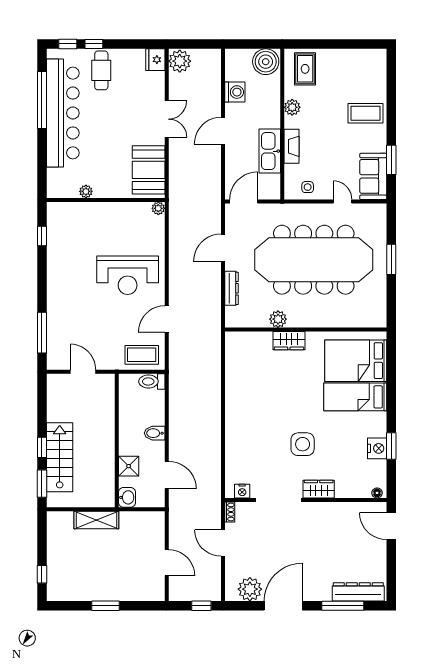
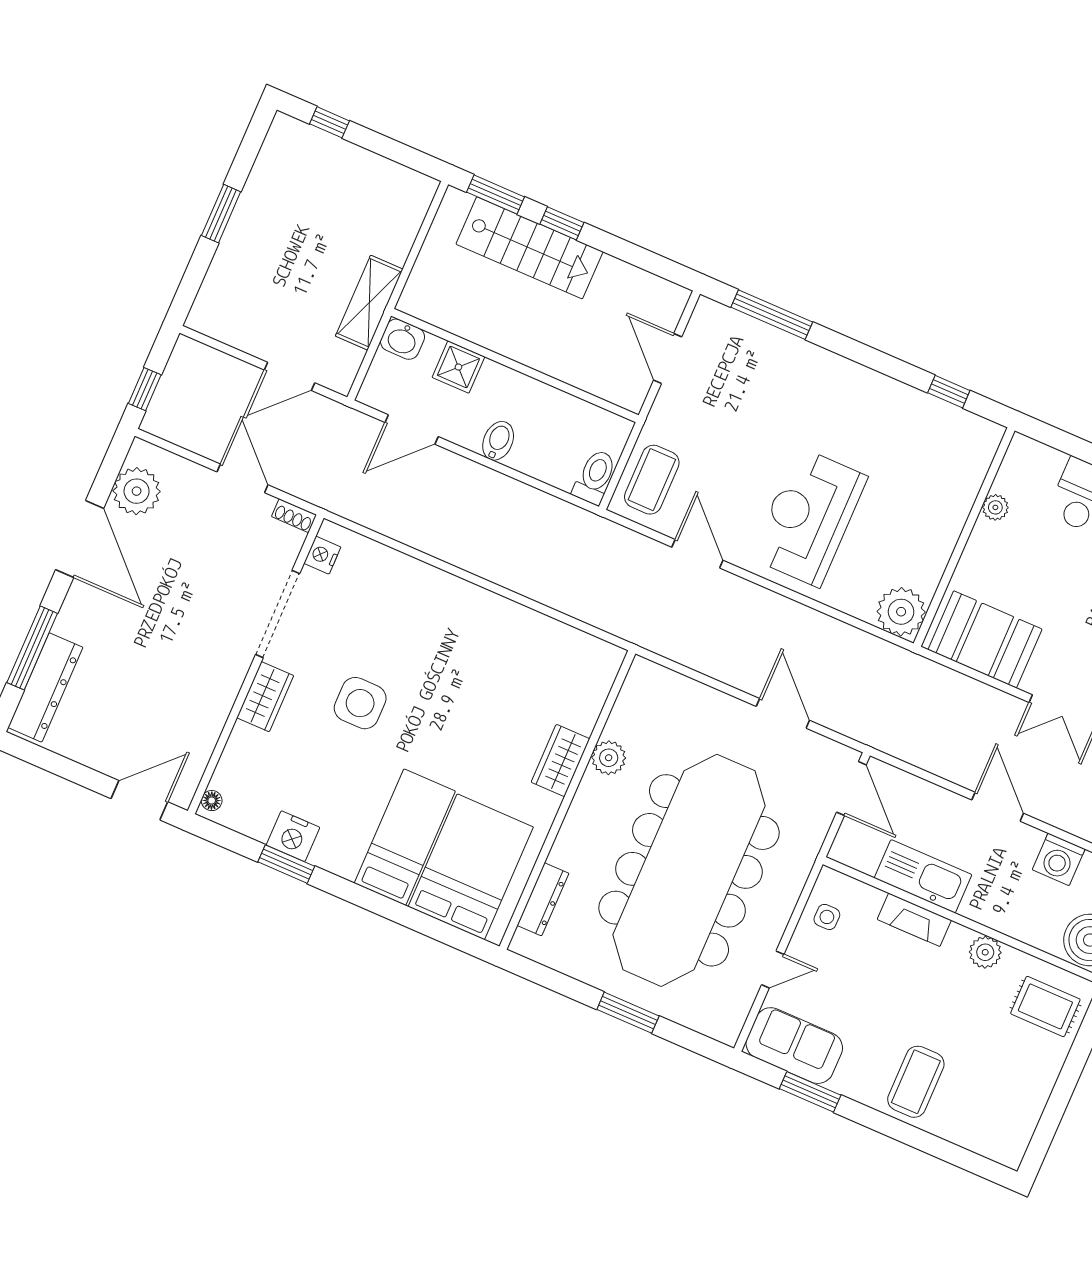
plant: (158, 208) -> (901, 612), width x1.88, depth x1.88
dresser: (231, 288) -> (543, 899), moved, turned -90
door: (83, 372) -> (668, 358), swing flipped
shelving: (96, 520) -> (369, 303), moved
door: (223, 543) -> (242, 478), hinge flipped
door: (167, 563) -> (290, 376), moved

